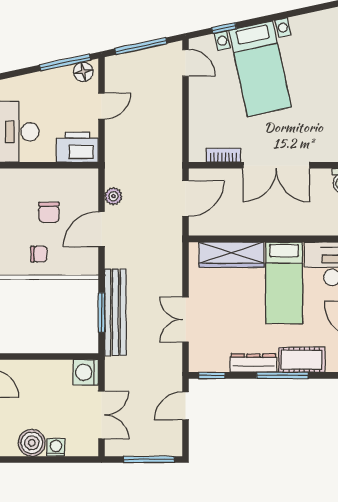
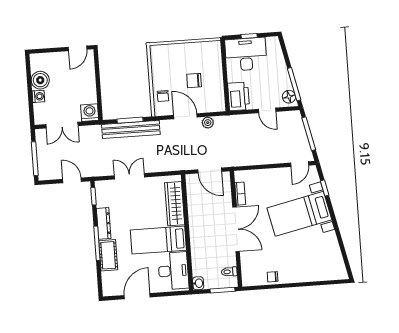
double door: (276, 165) -> (236, 229), swing flipped
chair: (39, 254) -> (163, 96), moved

